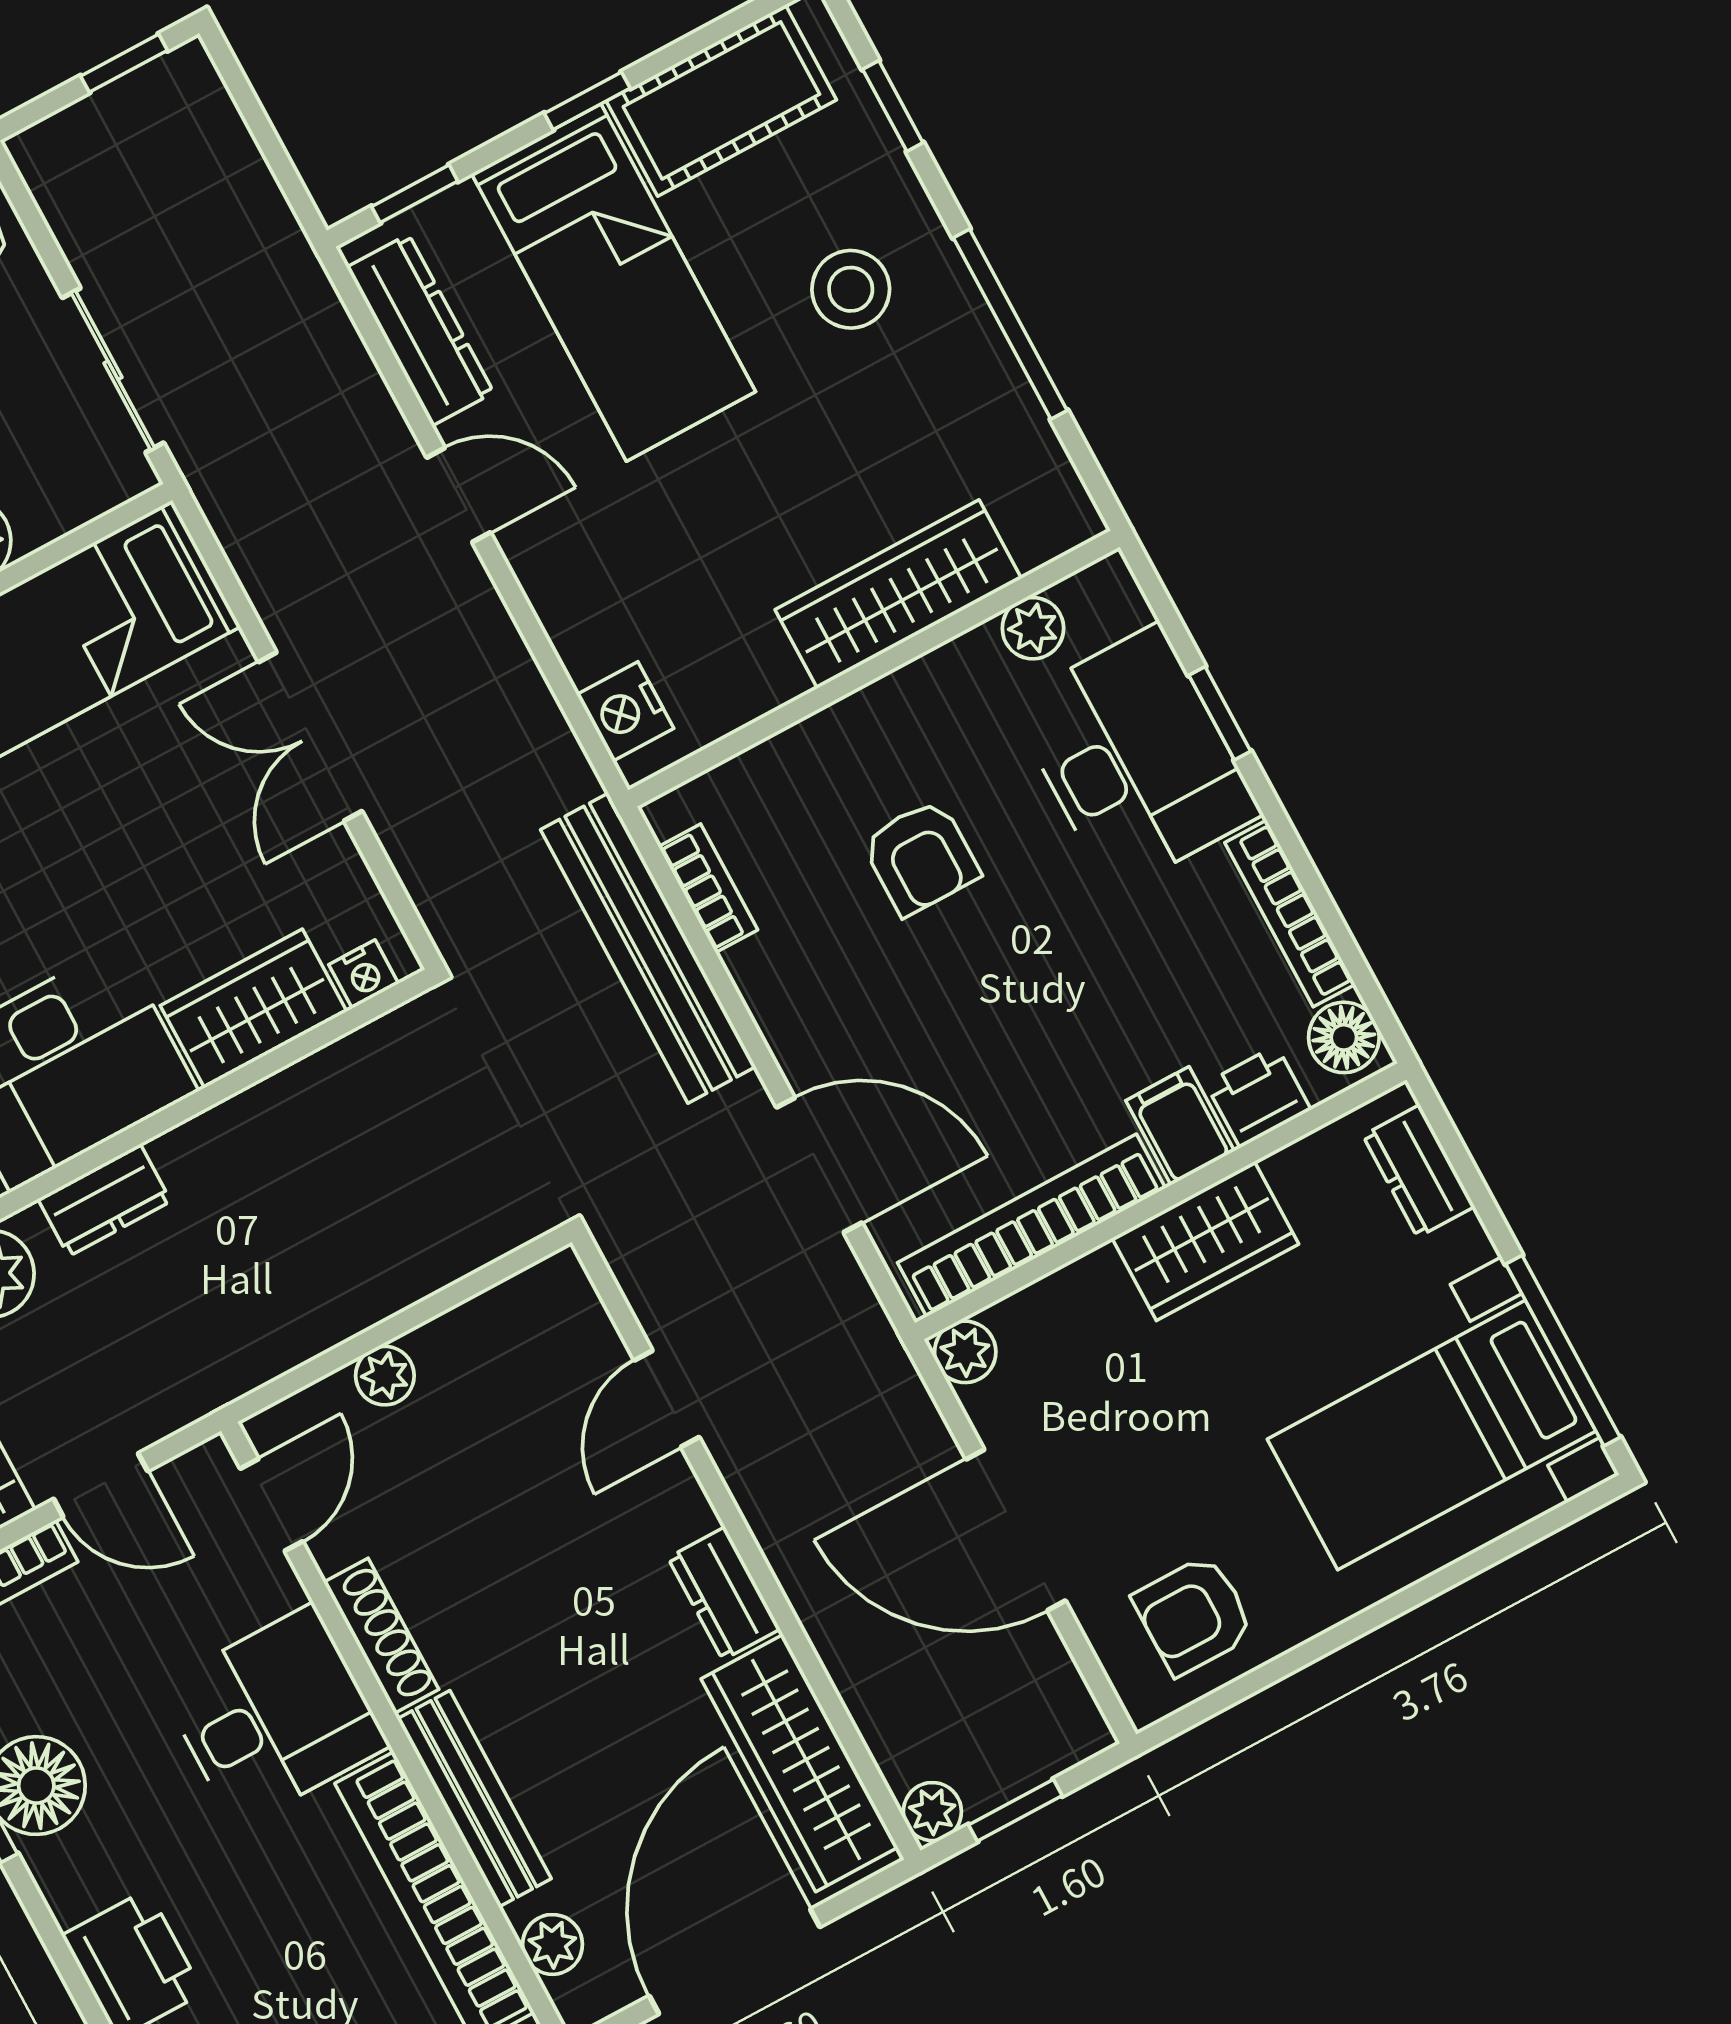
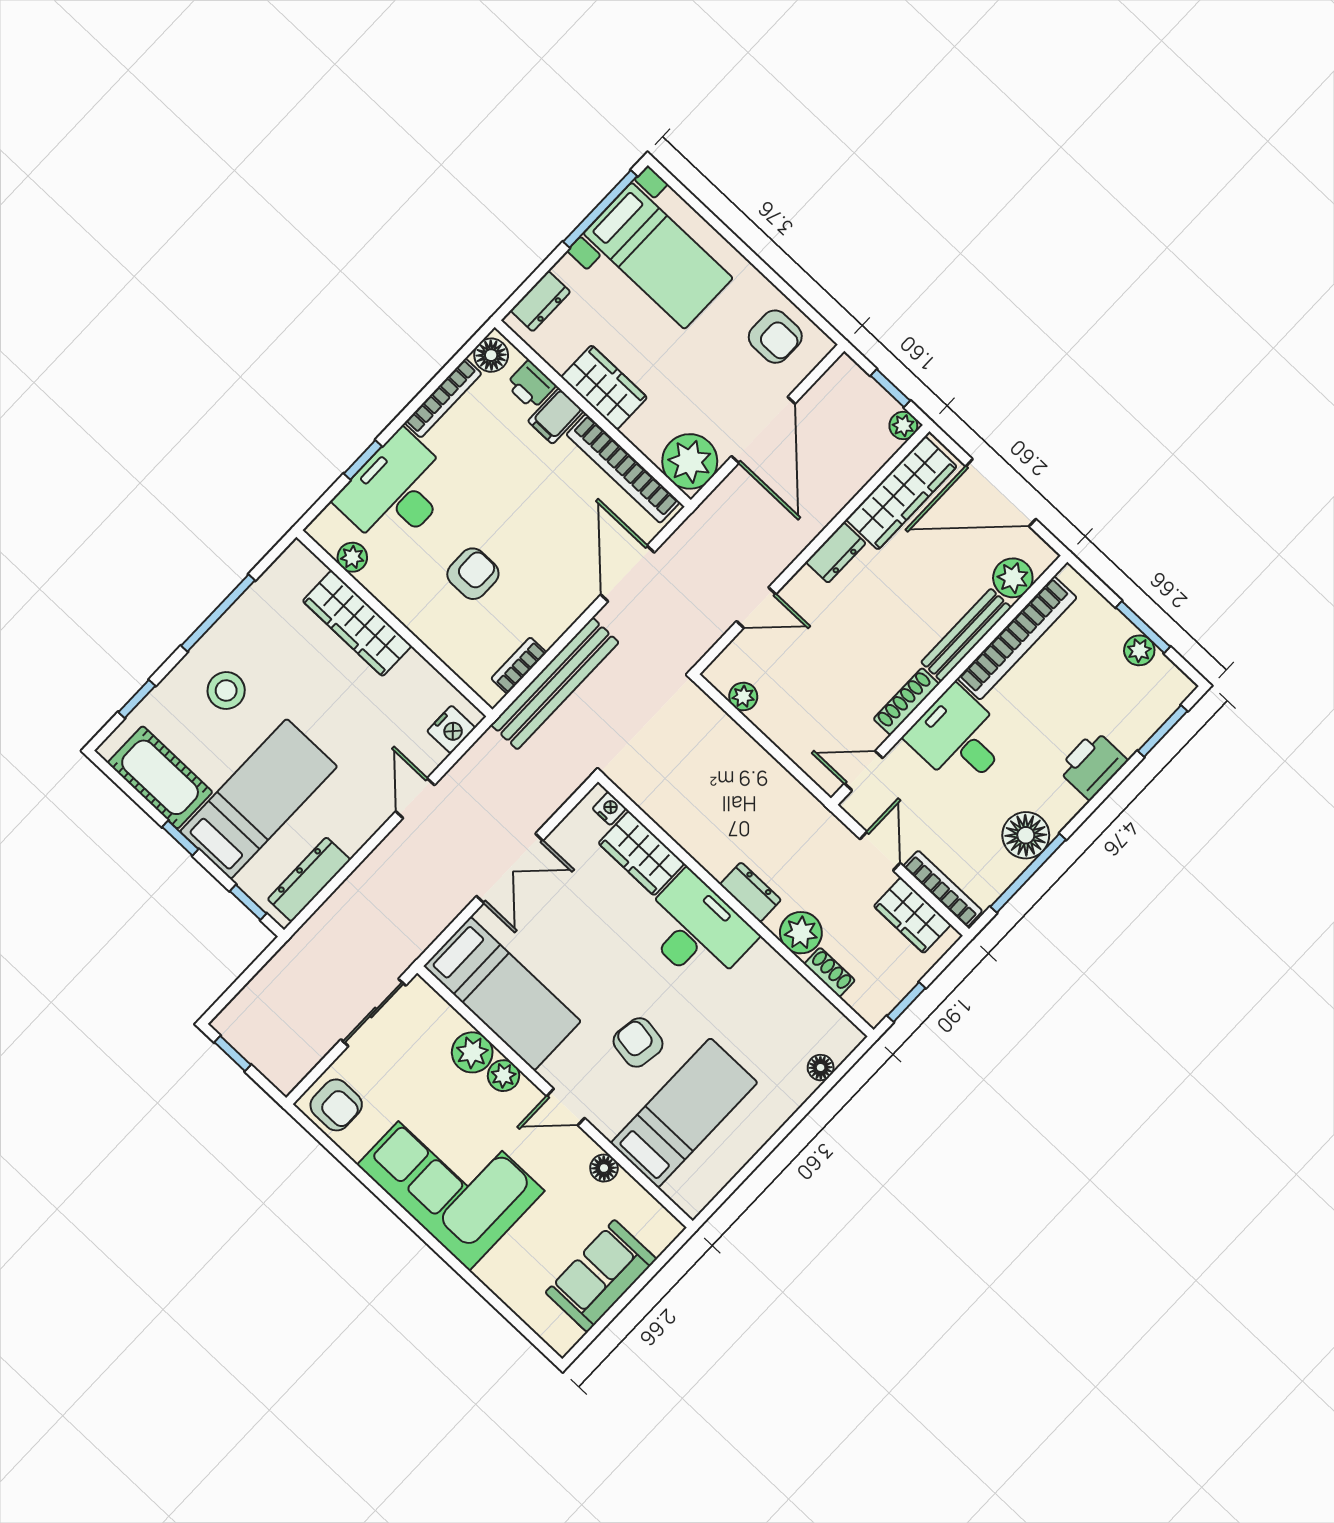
door: (459, 495) -> (415, 798), moved
plant: (965, 1352) -> (690, 461), width x1.87, depth x1.87
plant: (385, 1376) -> (743, 697), moved
plant: (553, 1944) -> (1013, 578), width x1.38, depth x1.38

